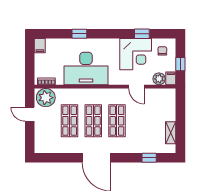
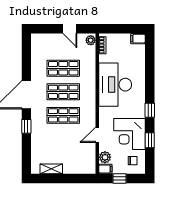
window: (79, 34) -> (150, 110), moved
plant: (46, 98) -> (91, 40), width x0.53, depth x0.53
door: (30, 114) -> (70, 29), swing flipped
window: (149, 158) -> (26, 126), moved

